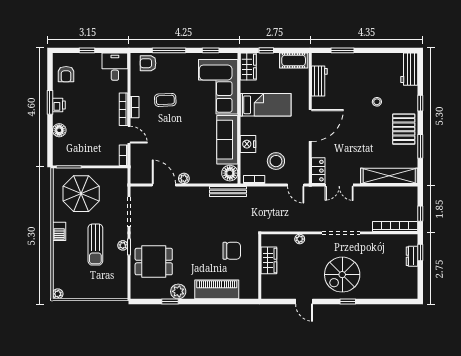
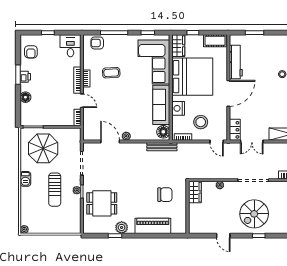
workbench: (319, 81) -> (236, 62), width x1.37
bed: (266, 105) -> (192, 77), width x2.04
wardrobe: (269, 260) -> (195, 192), moved

